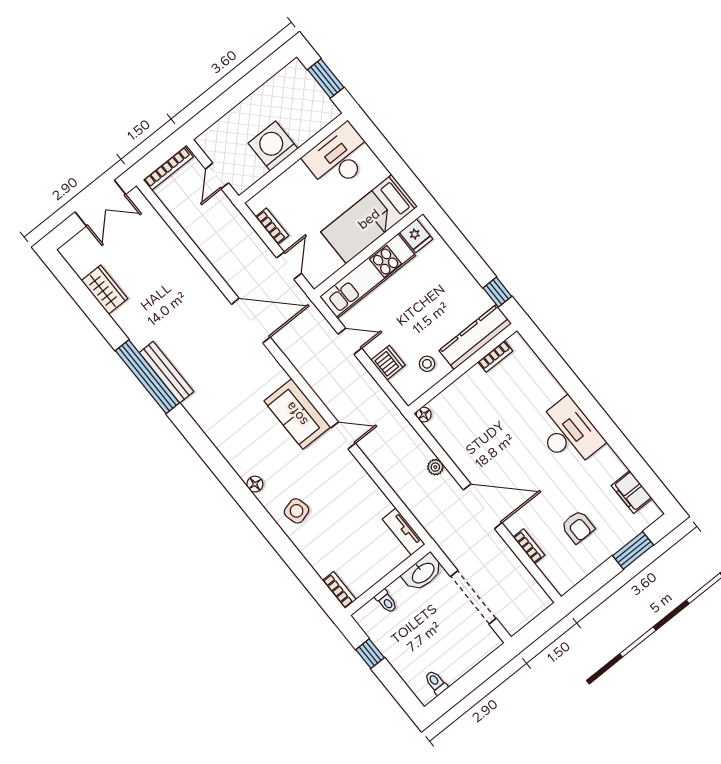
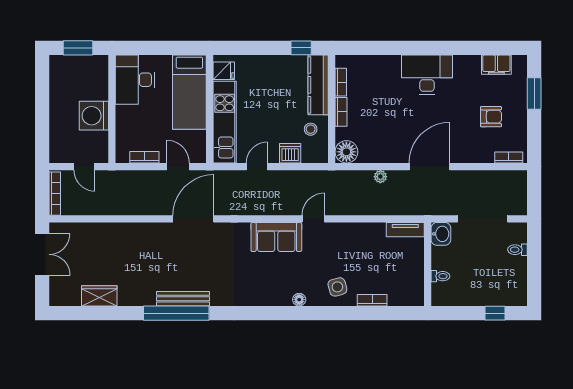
bookcase: (467, 380) -> (341, 112), added
floor lamp: (424, 415) -> (346, 152), width x1.89, depth x1.89
bookcase: (529, 546) -> (509, 157), moved
washbasin: (423, 573) -> (441, 234), width x0.72
bookcase: (339, 590) -> (372, 300), moved
window: (370, 654) -> (495, 313), moved
toilet: (436, 683) -> (517, 250), moved

